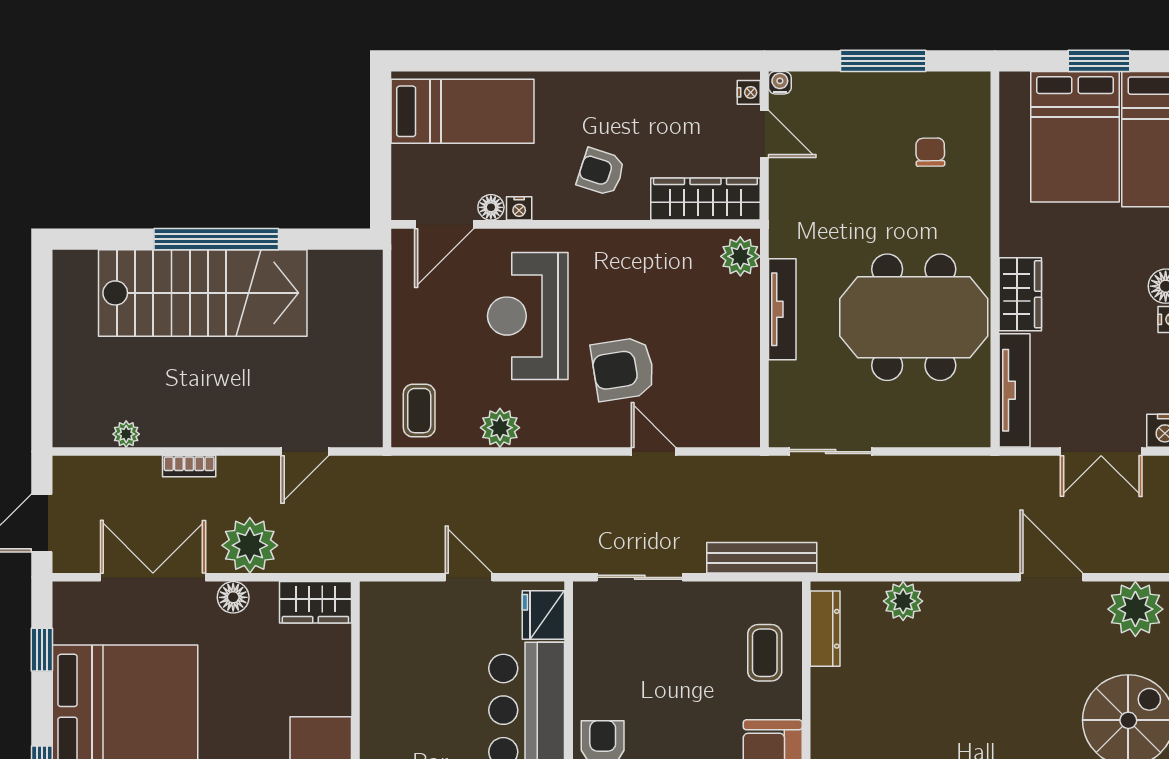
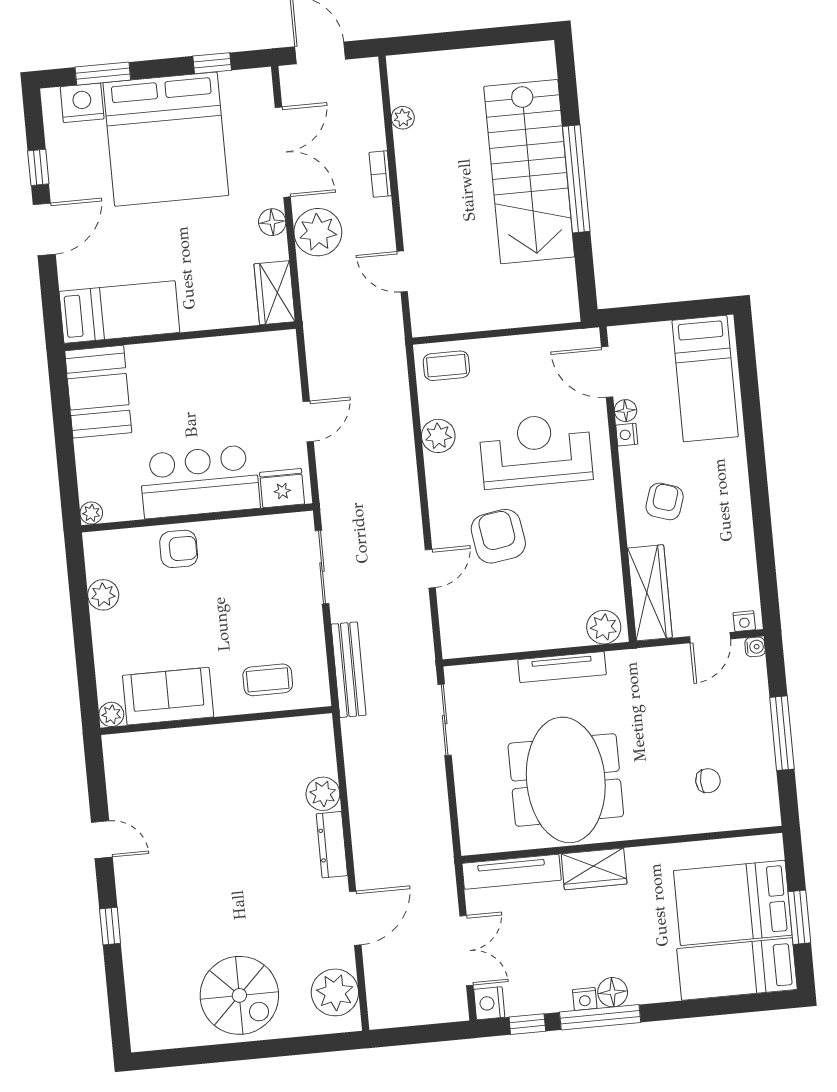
double door: (1101, 452) -> (466, 951), swing flipped
dresser: (825, 629) -> (332, 845), moved, turned 90

